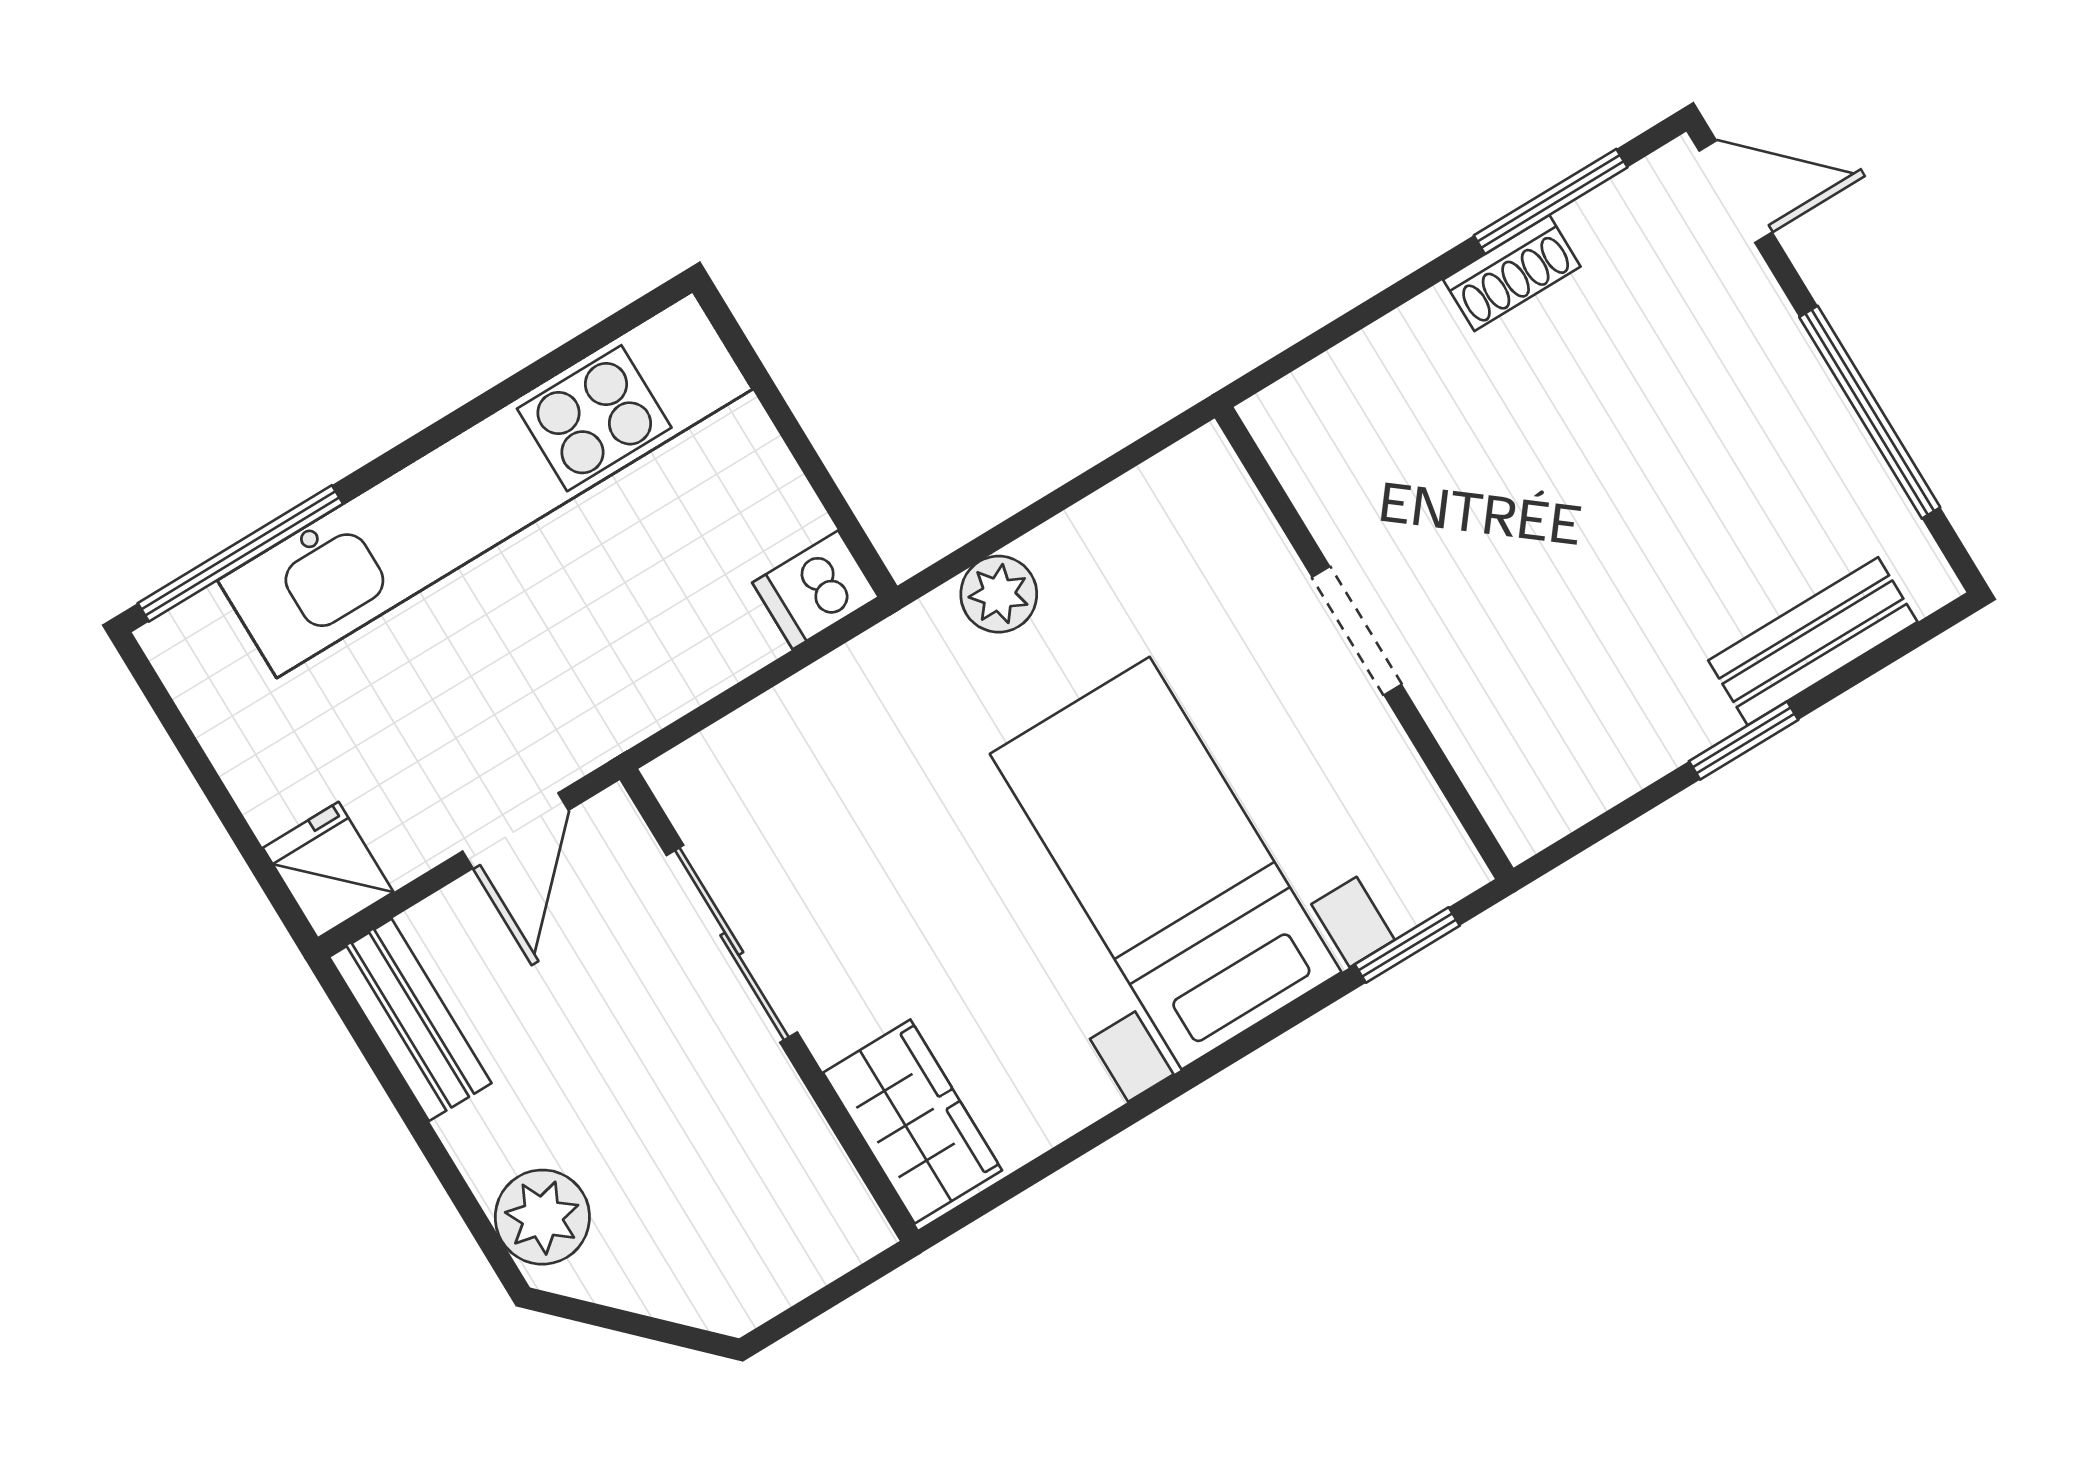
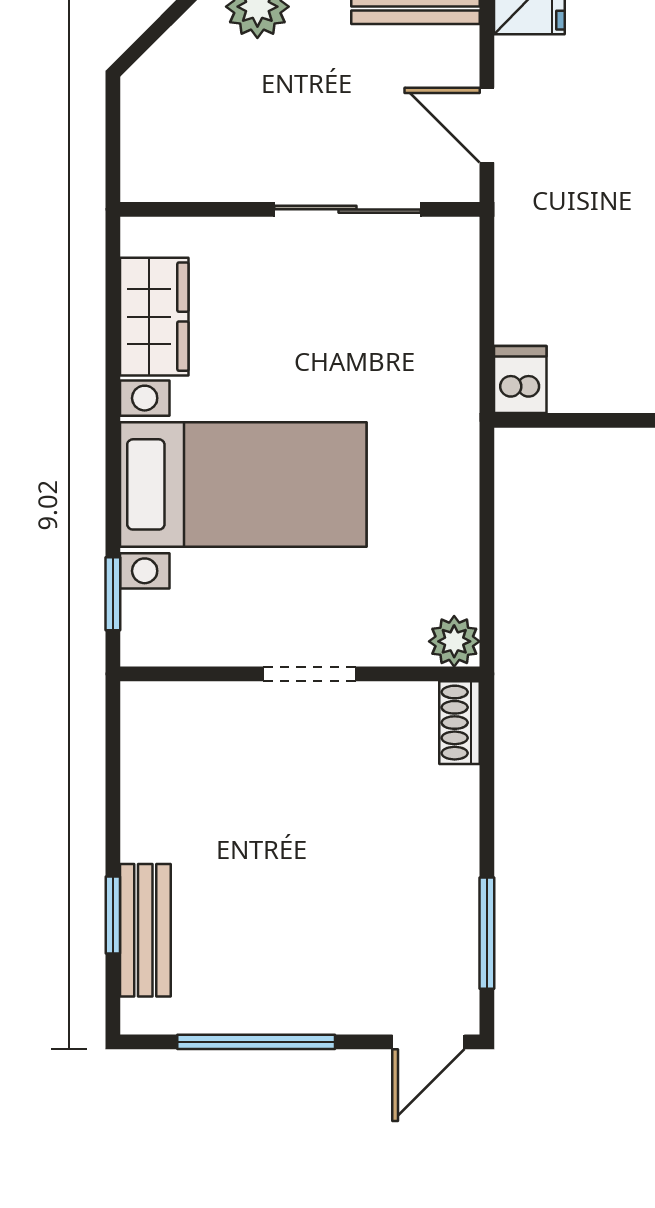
shoe rack: (1512, 273) -> (459, 723), moved
plant: (999, 594) -> (454, 641), moved
window: (1744, 740) -> (113, 915), moved
wardrobe: (912, 1121) -> (154, 317), moved, turned -90

